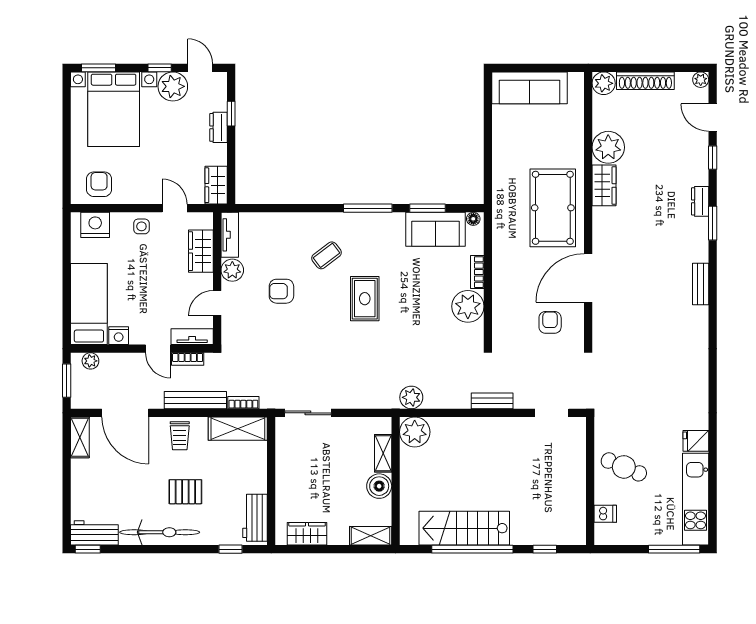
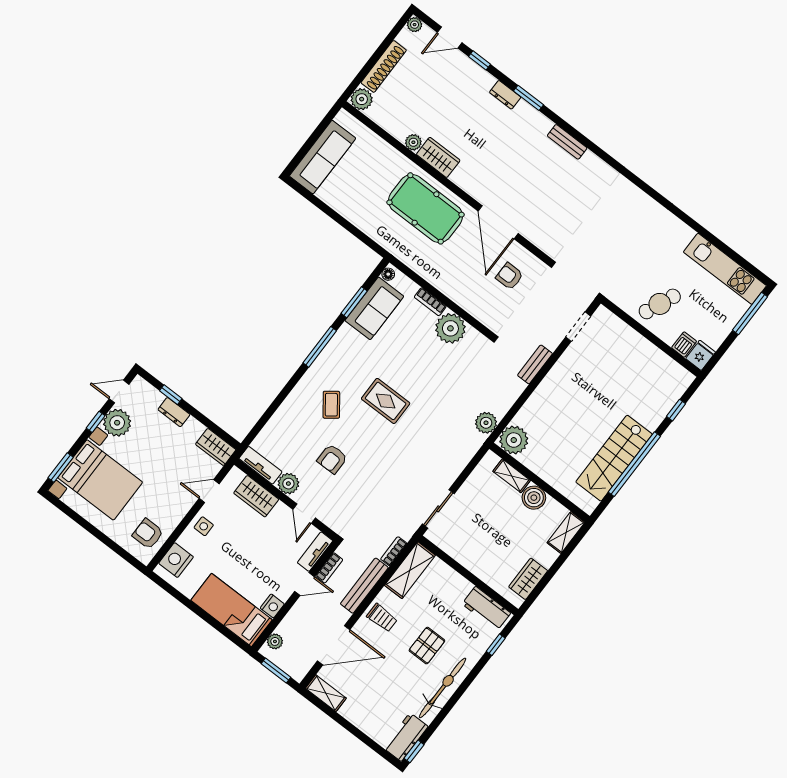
plant: (608, 147) -> (413, 142), width x0.53, depth x0.53
fridge: (696, 441) -> (701, 355), moved, turned 180

